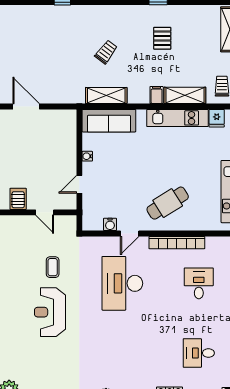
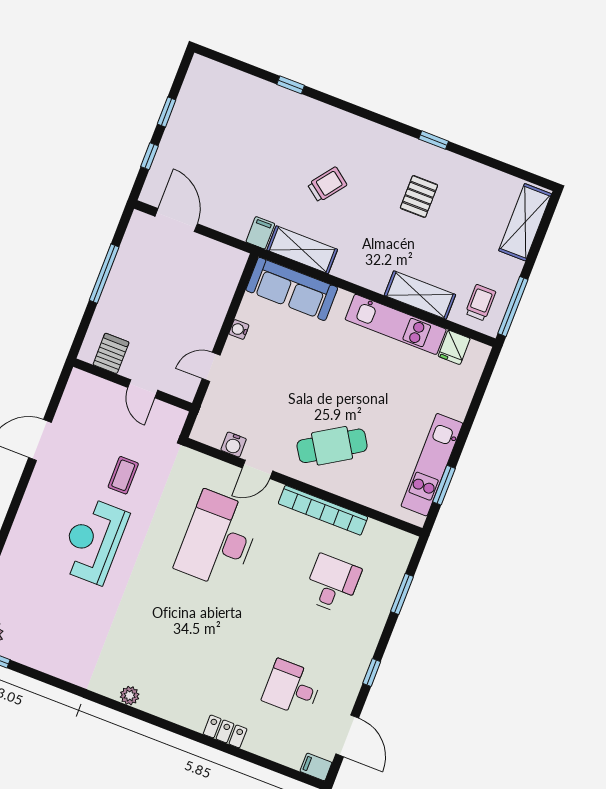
filing cabinet: (157, 95) -> (260, 233), moved

